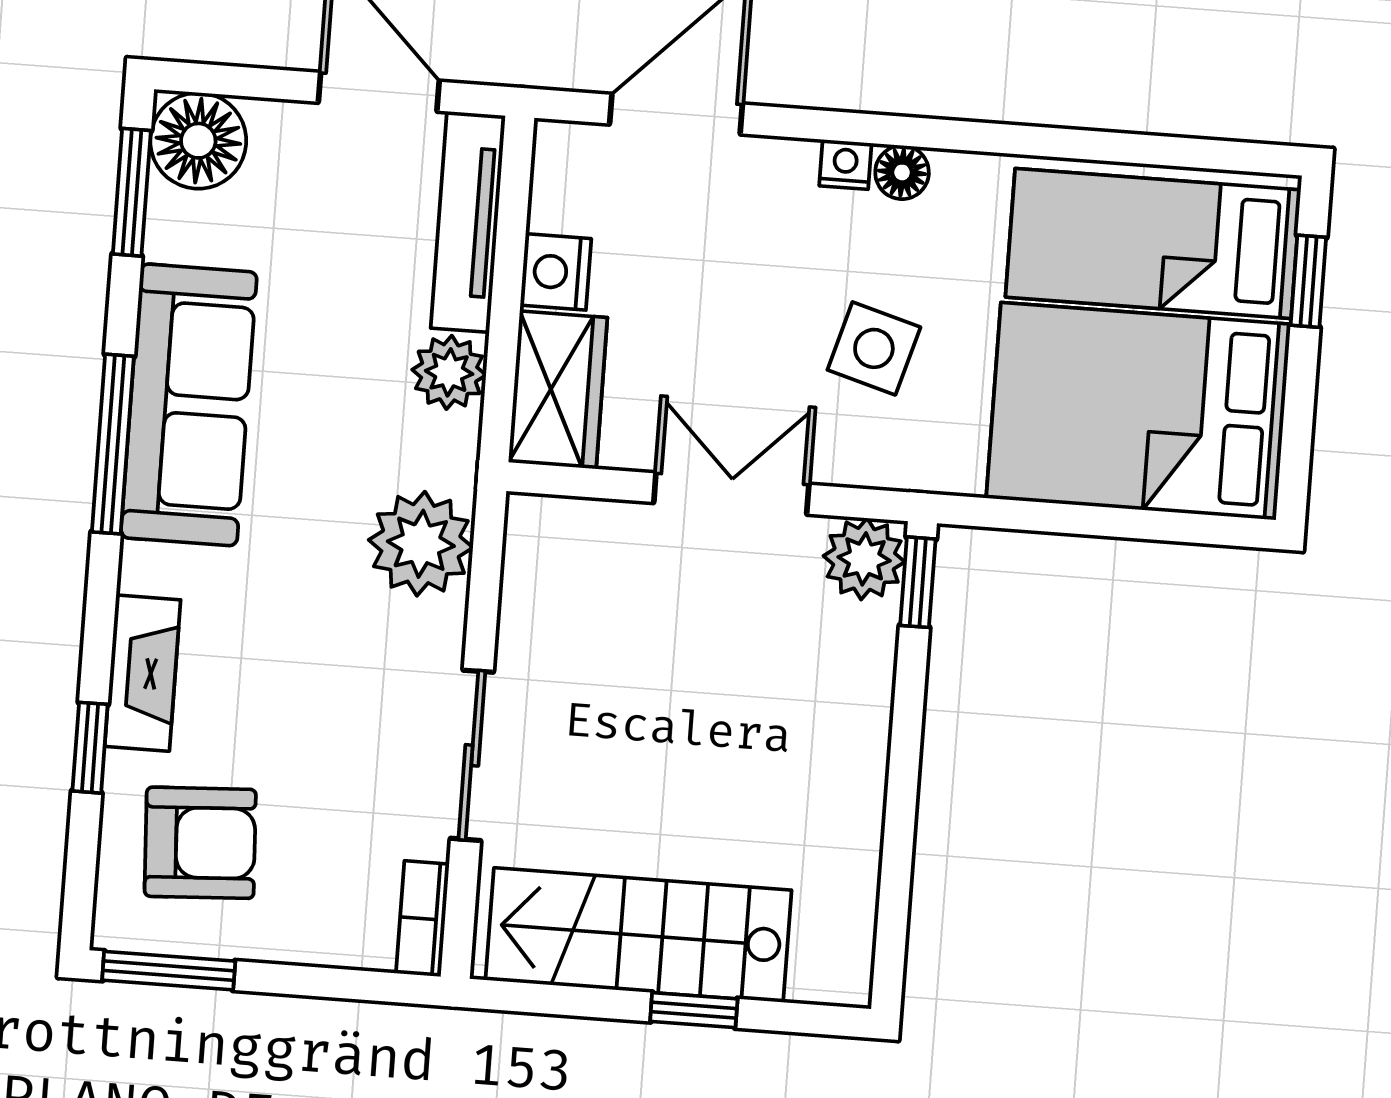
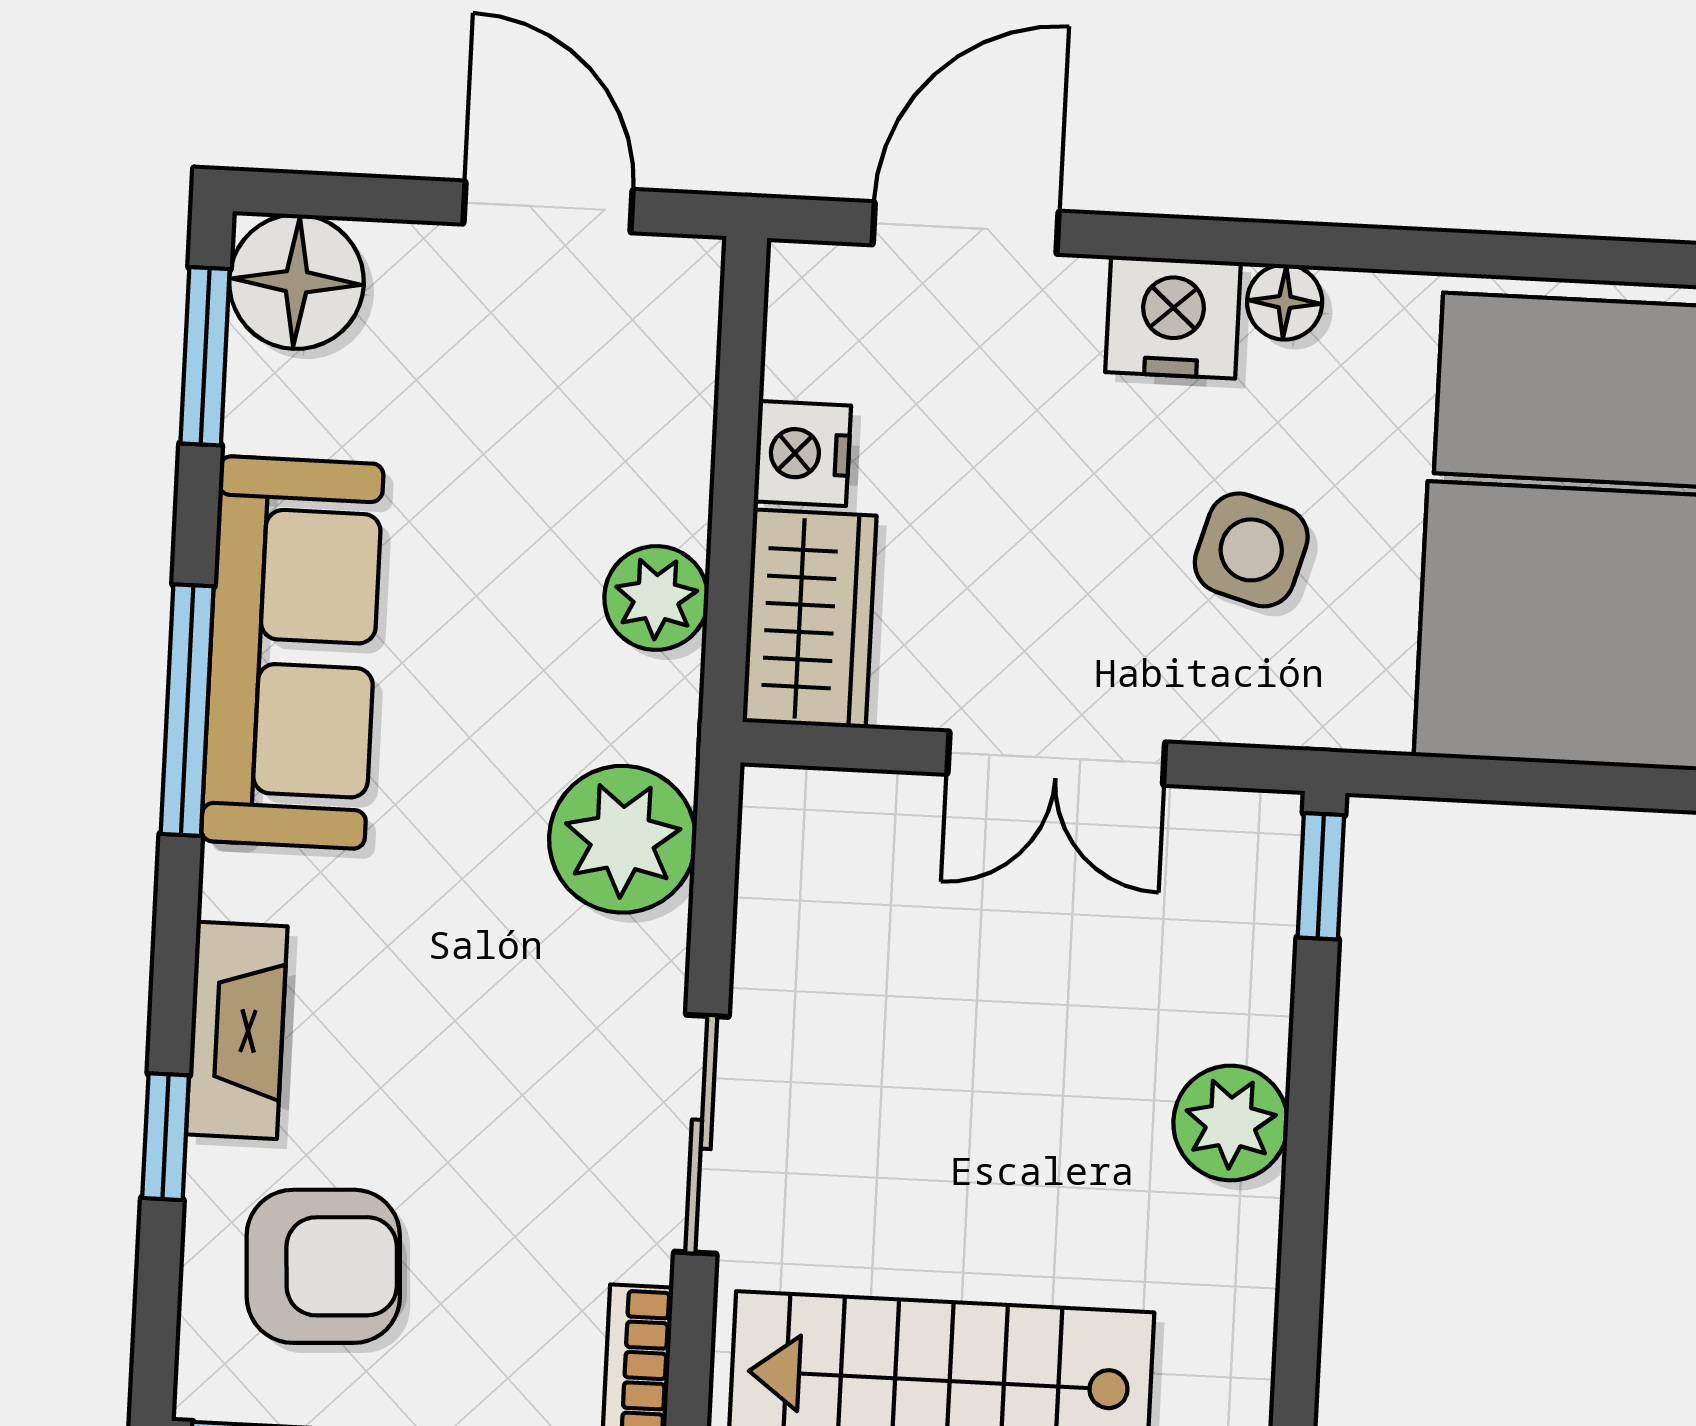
nightstand: (845, 164) -> (1173, 317), width x1.89, depth x1.79
tv unit: (468, 222) -> (678, 386), removed
double door: (731, 493) -> (1056, 758), swing flipped
plant: (864, 559) -> (1231, 1123), moved

